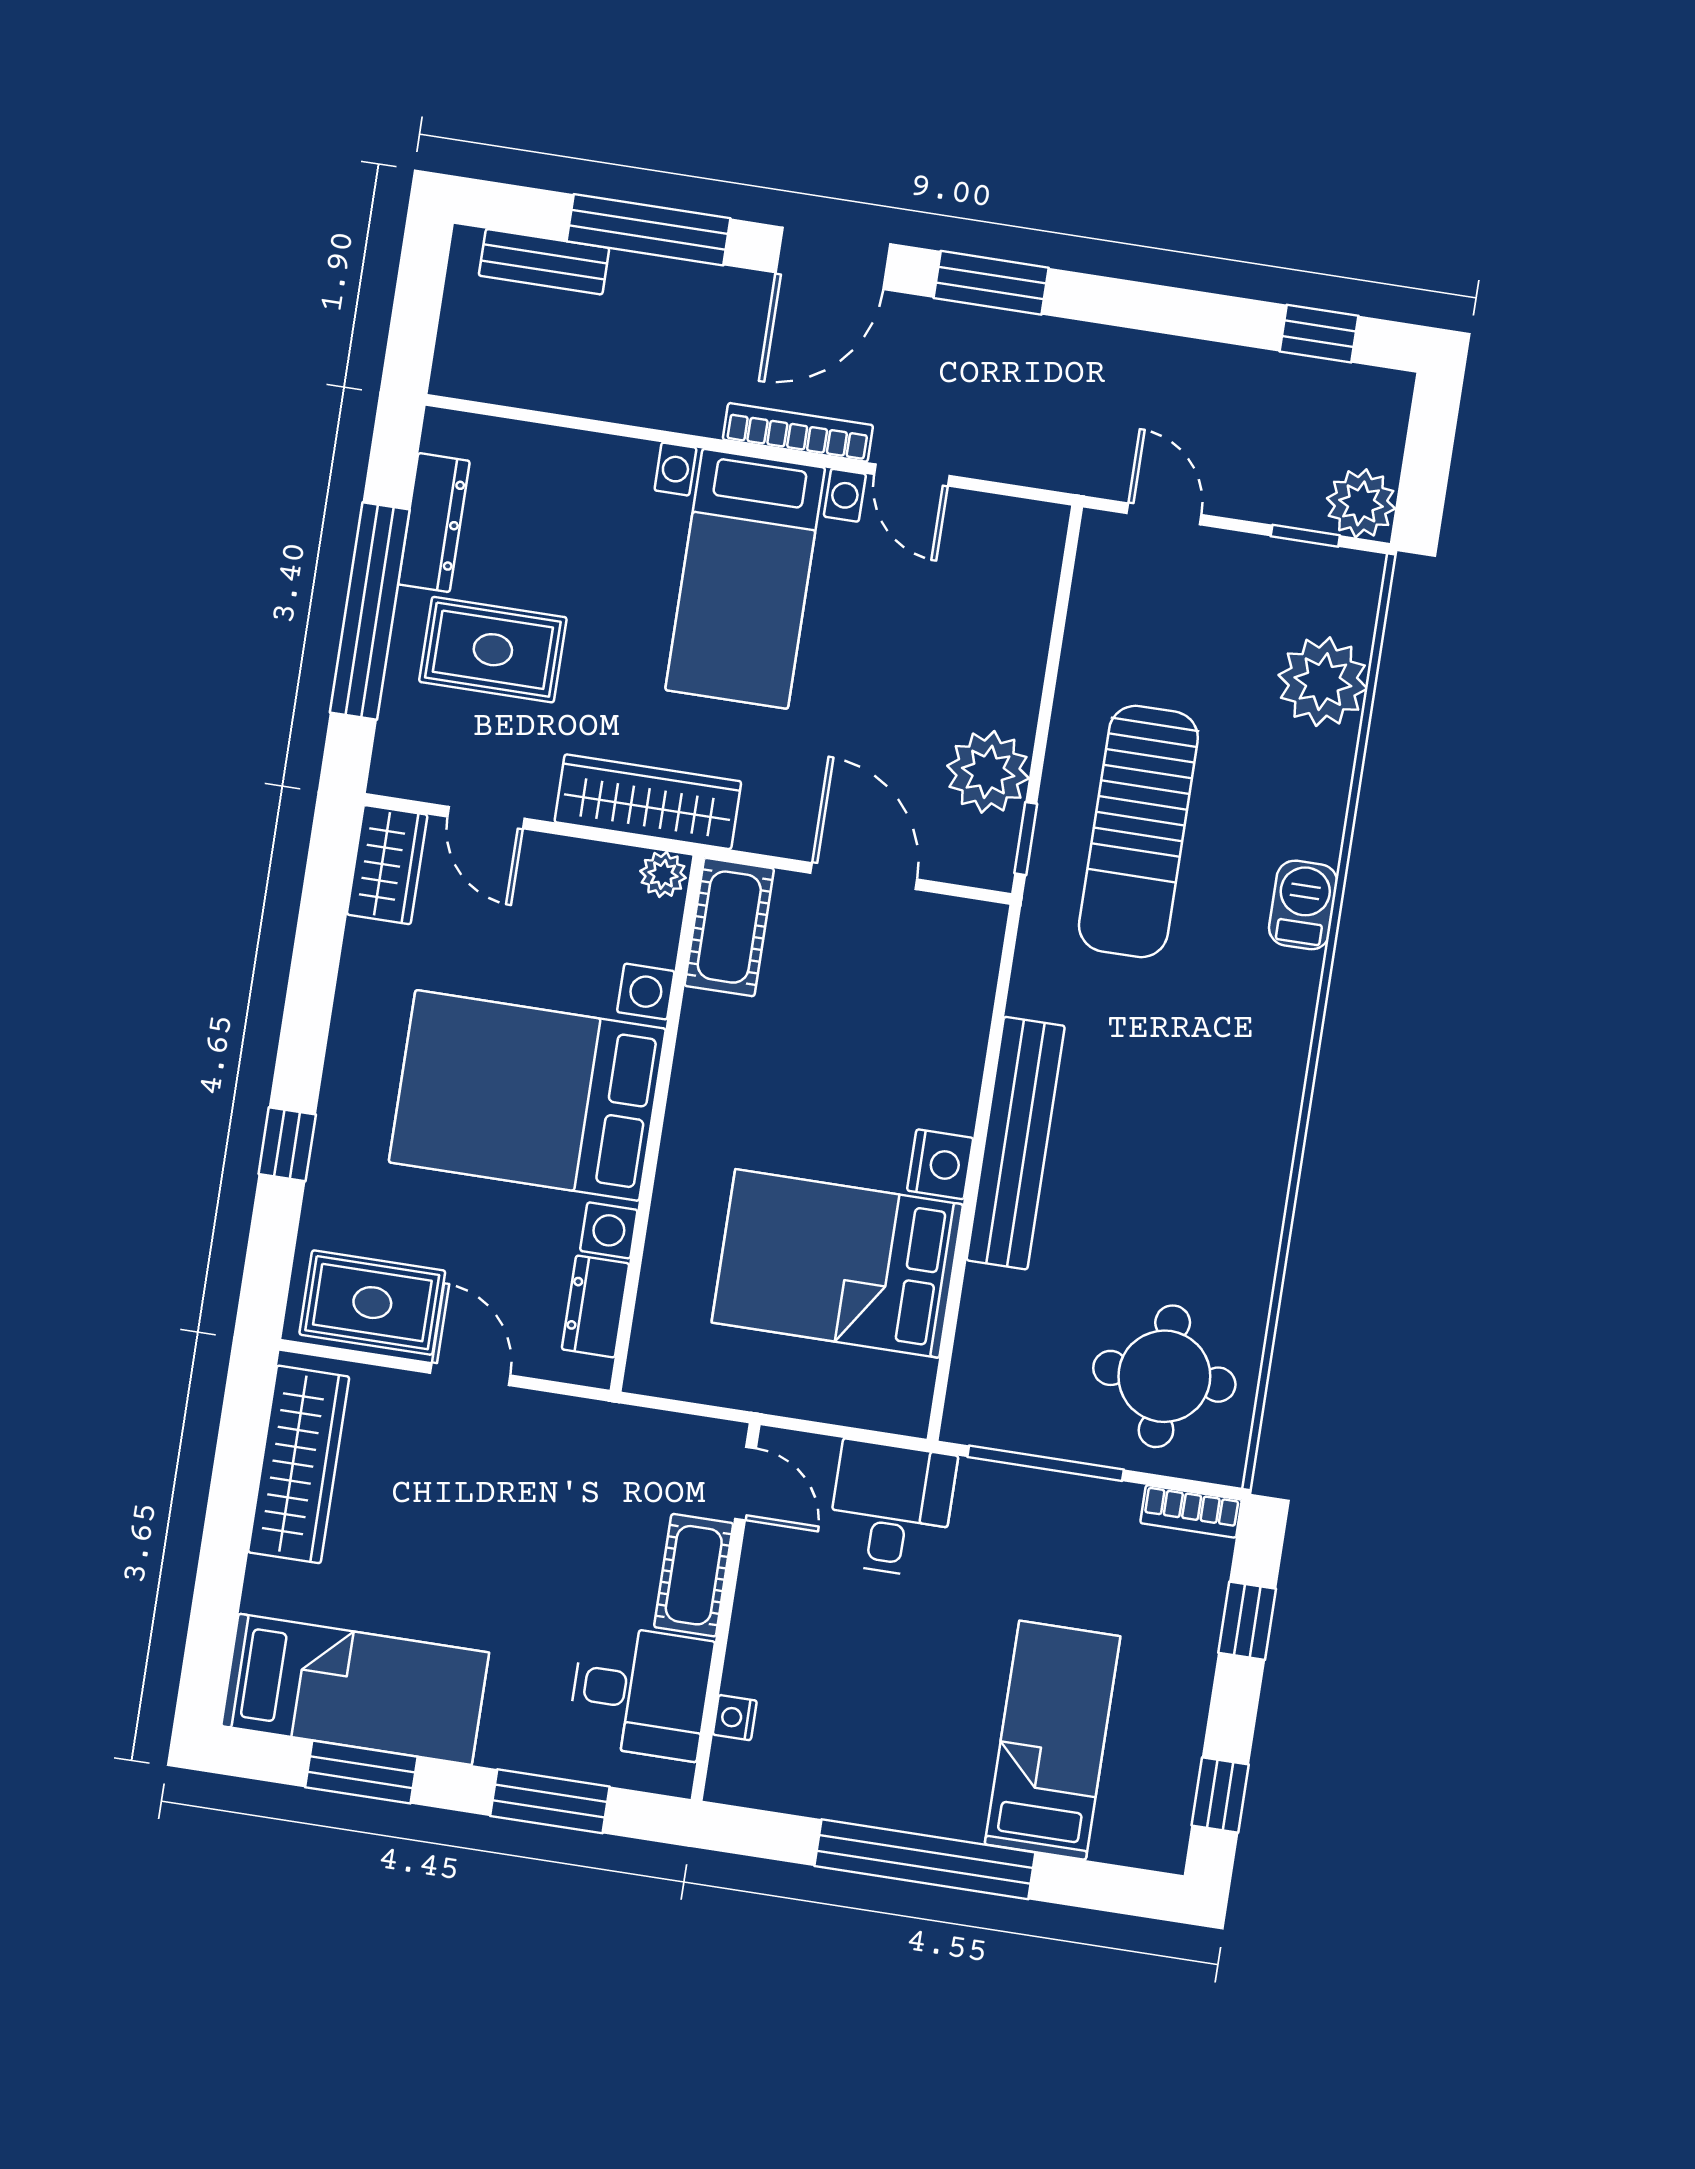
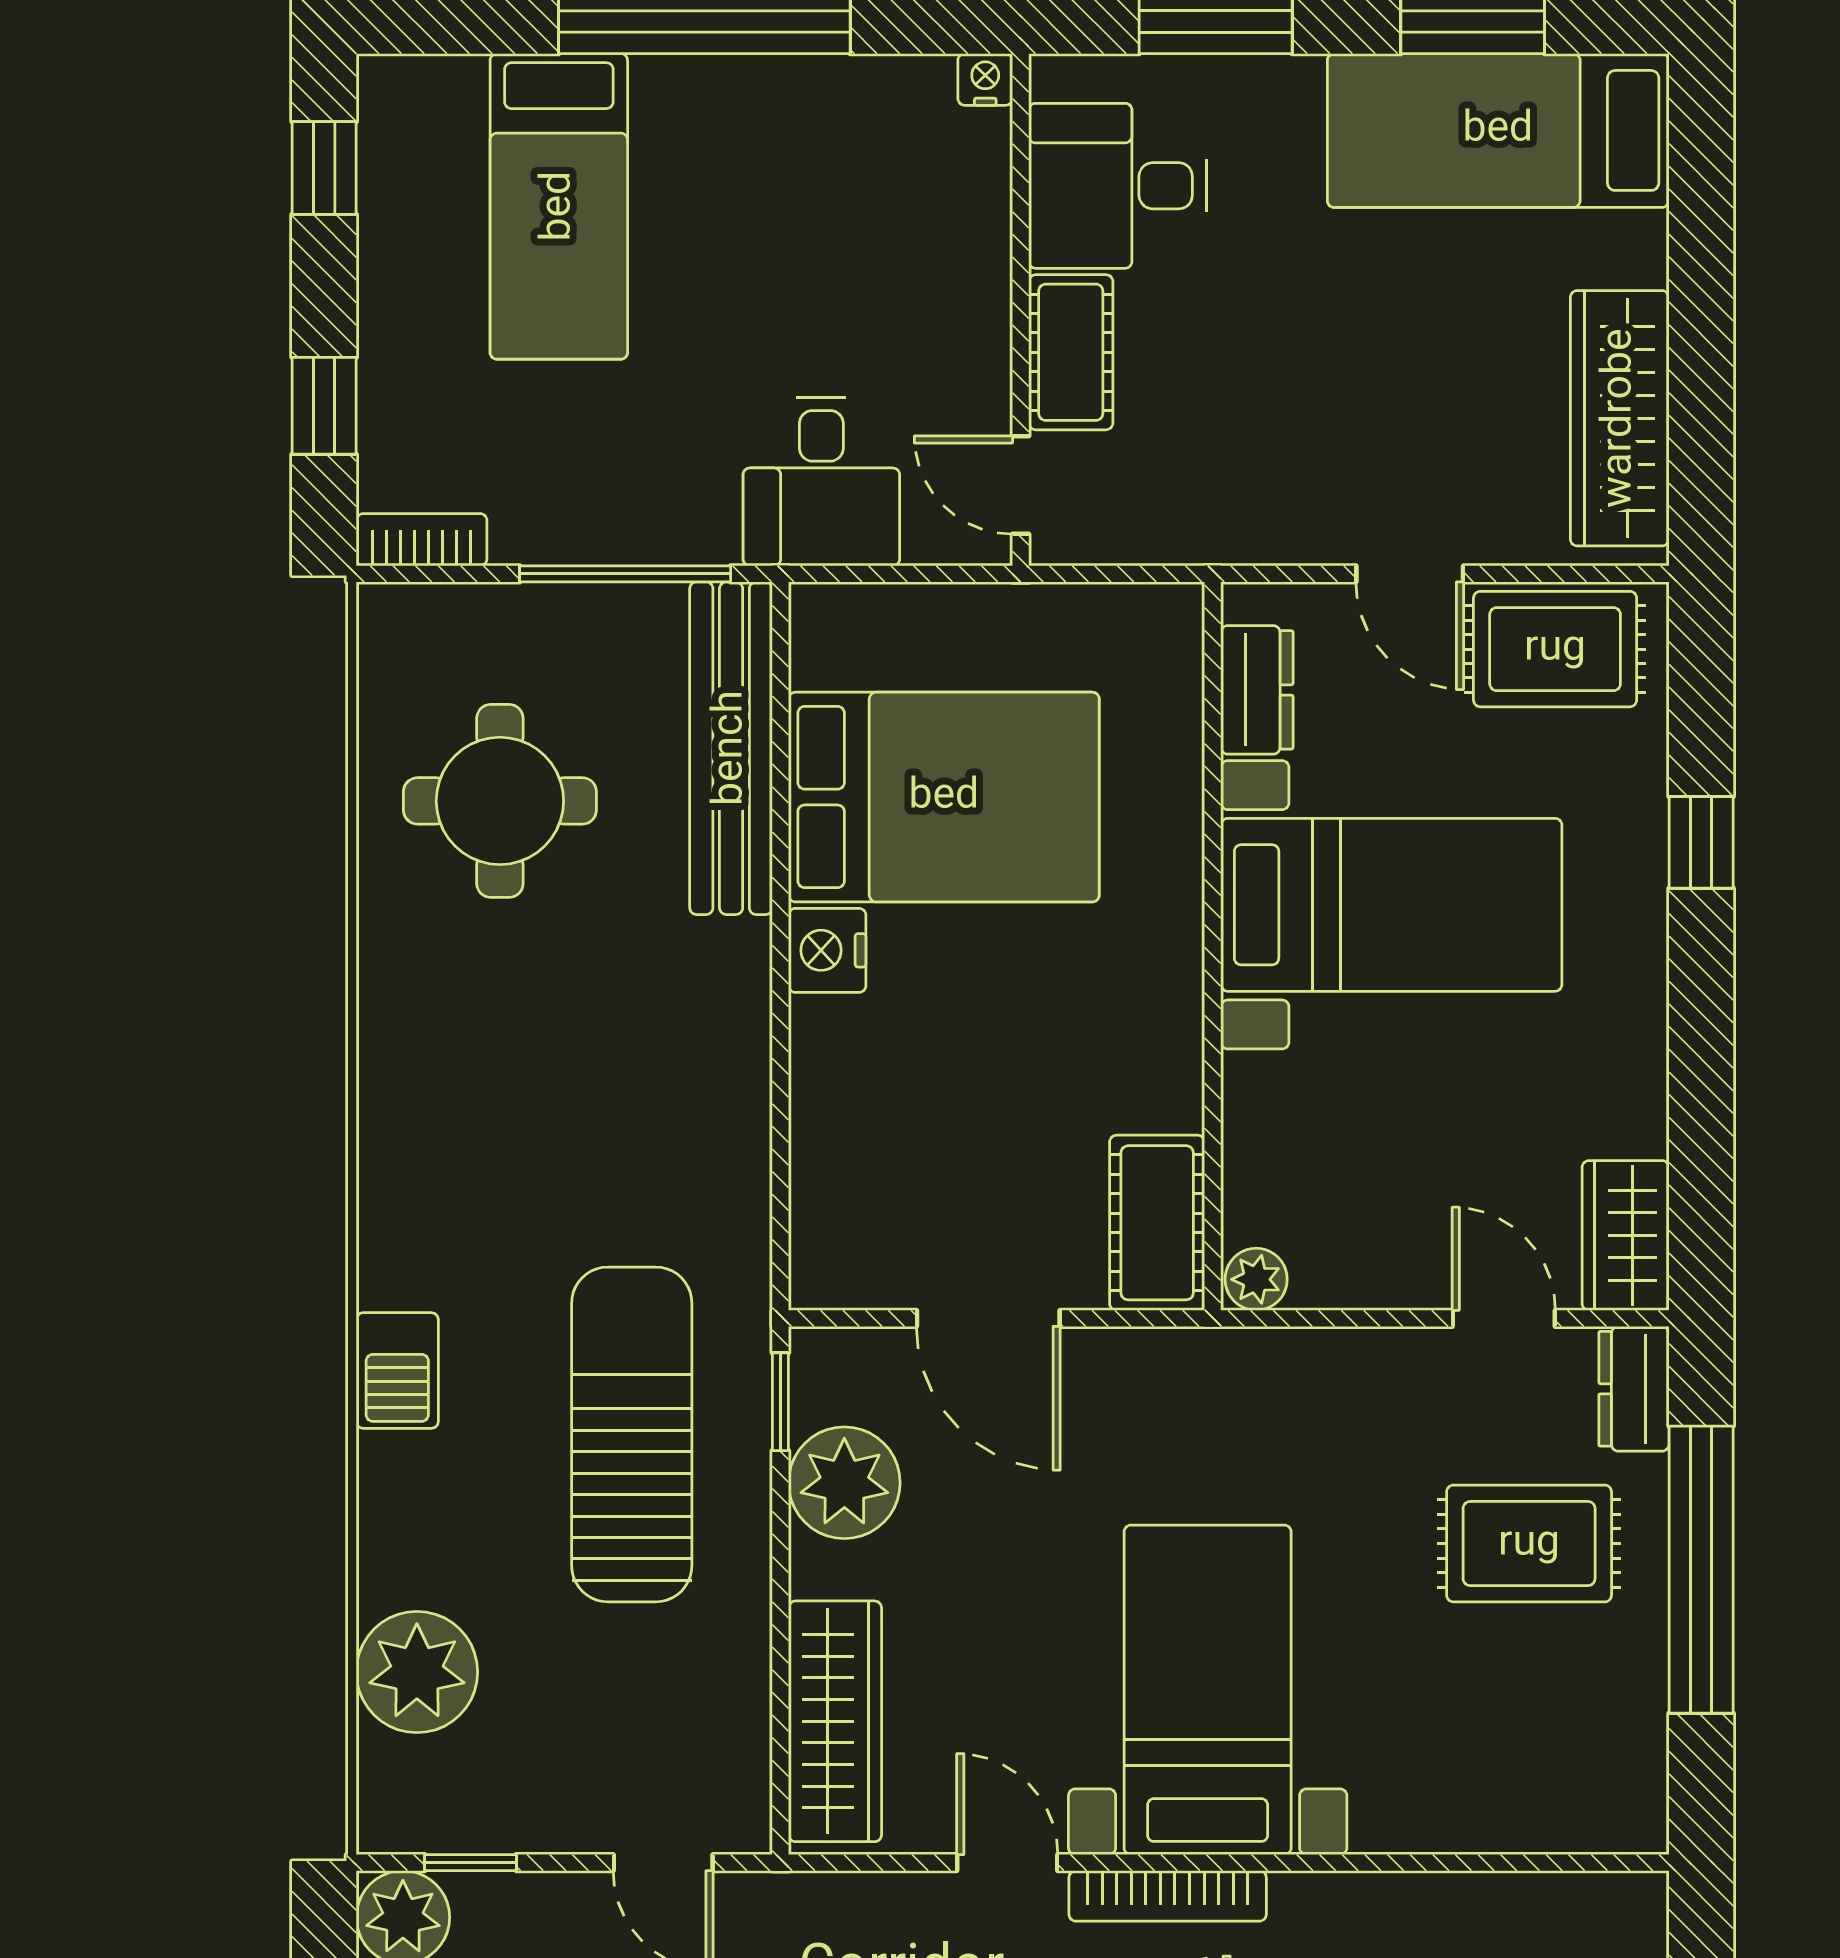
dresser: (434, 523) -> (1634, 1389), moved, width x0.70
wardrobe: (648, 802) -> (835, 1721), moved, turned -90
bed with nightstands: (527, 1095) -> (1391, 905), width x0.73
bench: (1016, 1143) -> (731, 748), moved
round table: (1164, 1376) -> (500, 801), moved
nightstand: (735, 1718) -> (985, 79), moved, turned -90

